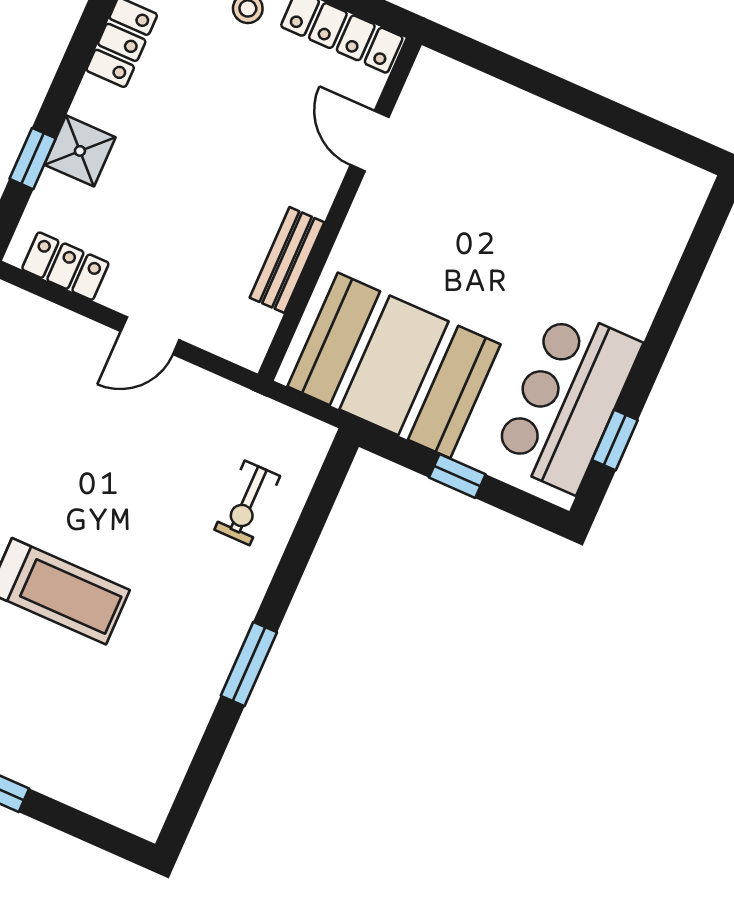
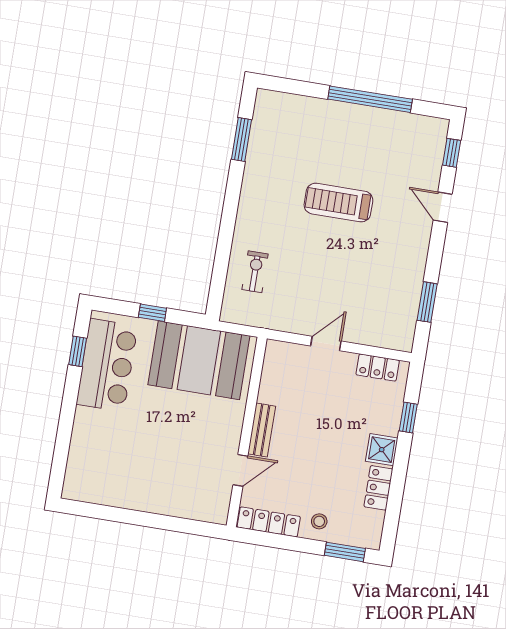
door: (370, 141) -> (240, 470), hinge flipped
shower: (80, 151) -> (382, 450), moved
bench: (287, 260) -> (262, 430), moved
window: (249, 664) -> (241, 140), moved

